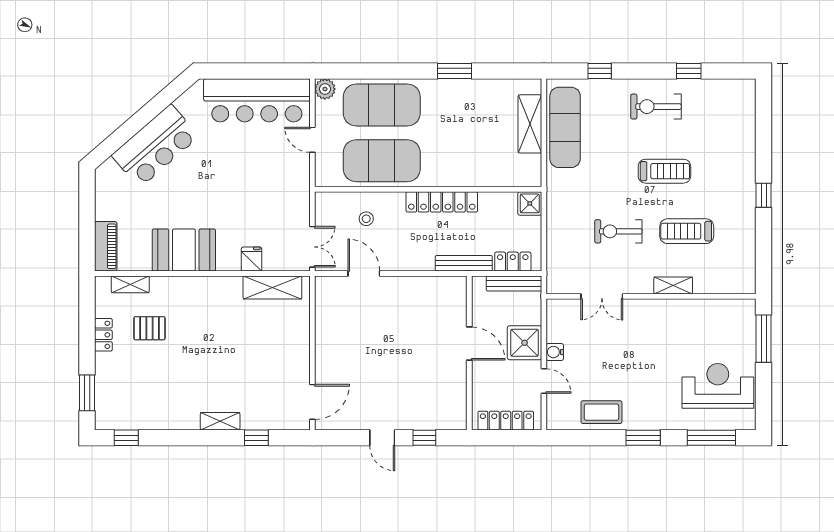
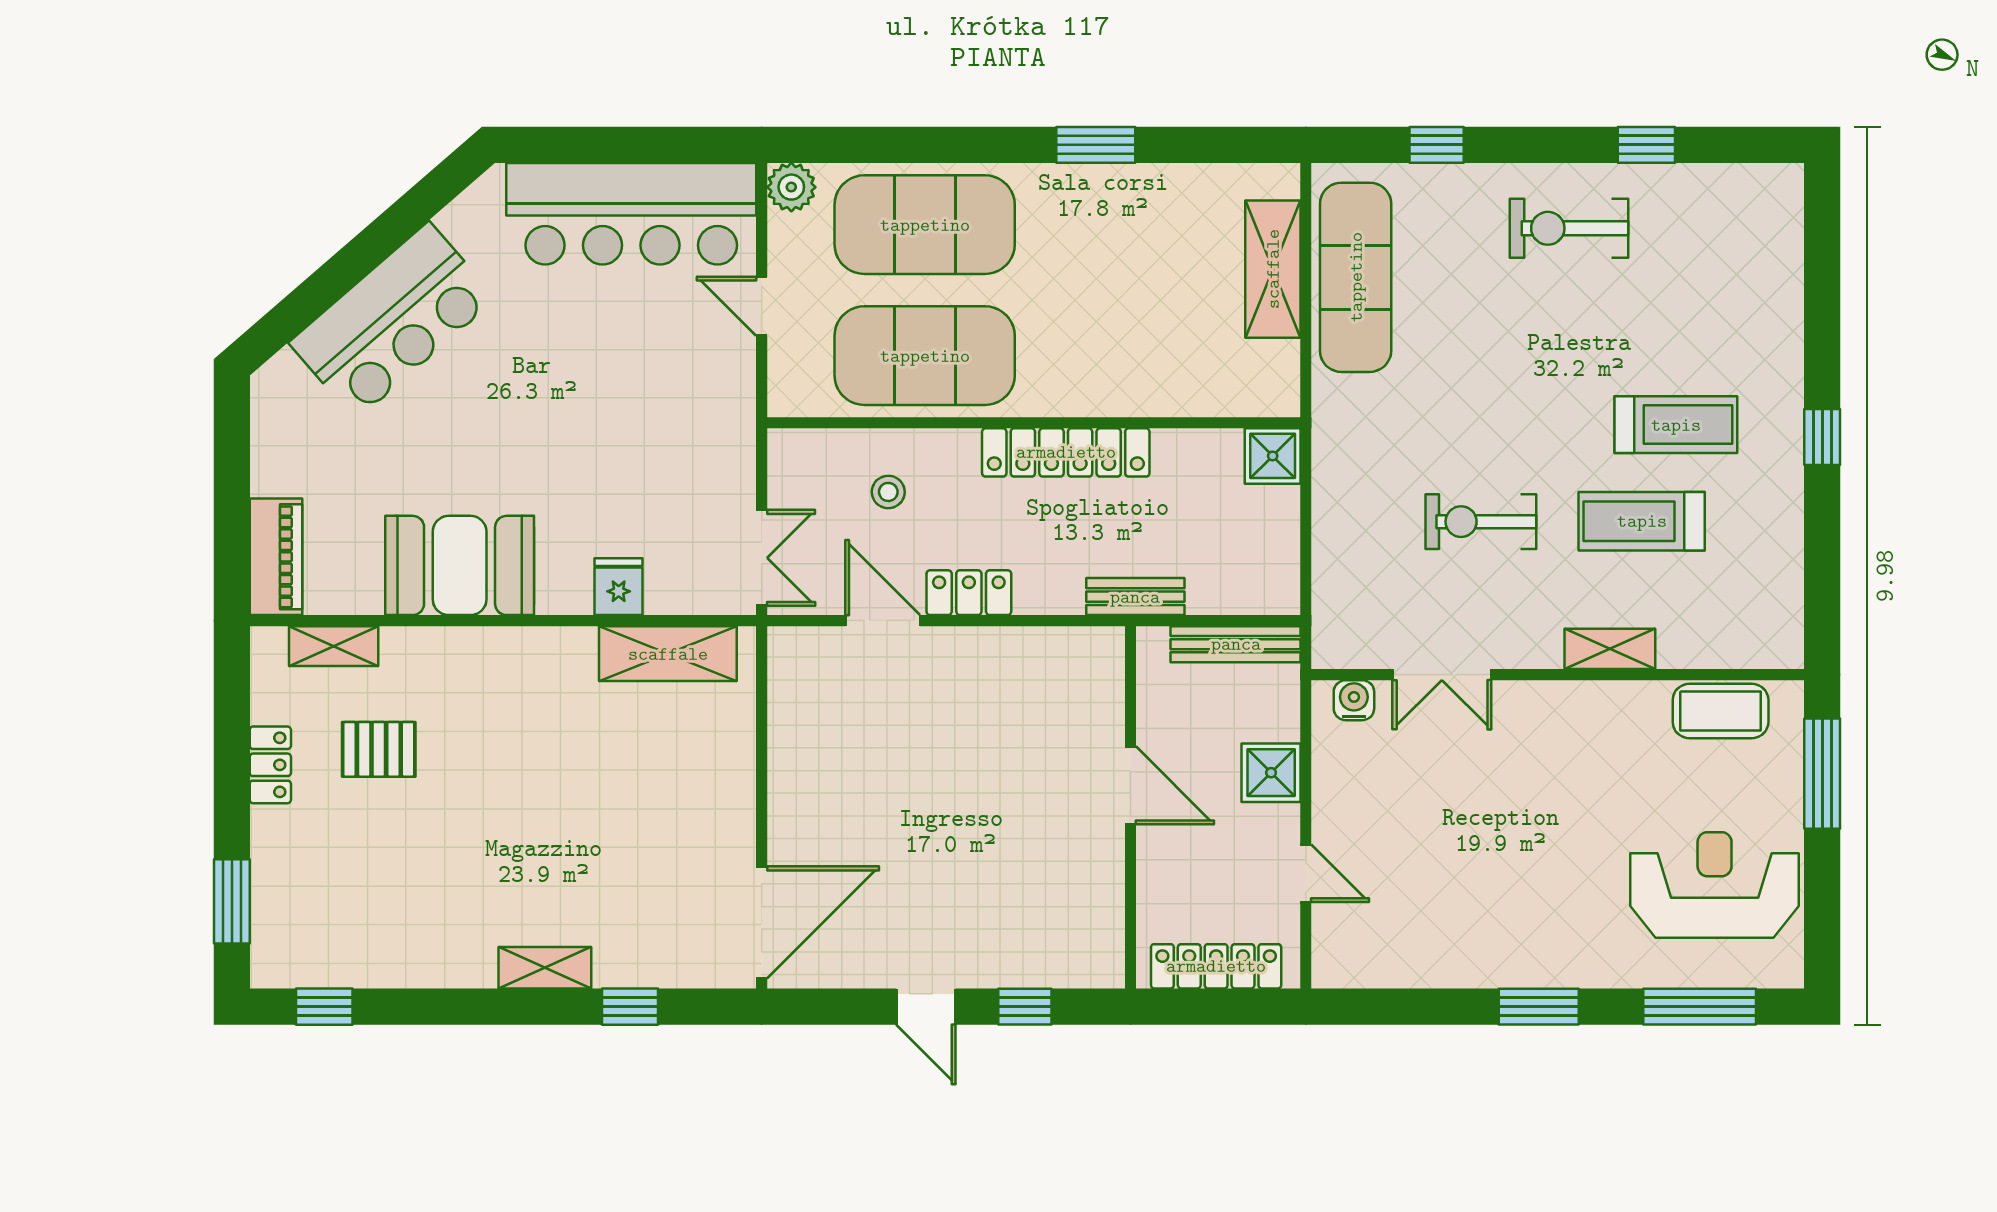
treadmill: (664, 171) -> (1676, 425), moved
locker: (513, 262) -> (969, 593), moved
bench: (464, 263) -> (1135, 597), width x0.73
shower: (525, 343) -> (1271, 773), width x0.73, depth x0.73
water cooler: (555, 352) -> (1354, 700), moved, turned 90
door: (312, 402) -> (762, 922), width x1.36
coffee table: (601, 412) -> (1721, 711), moved

